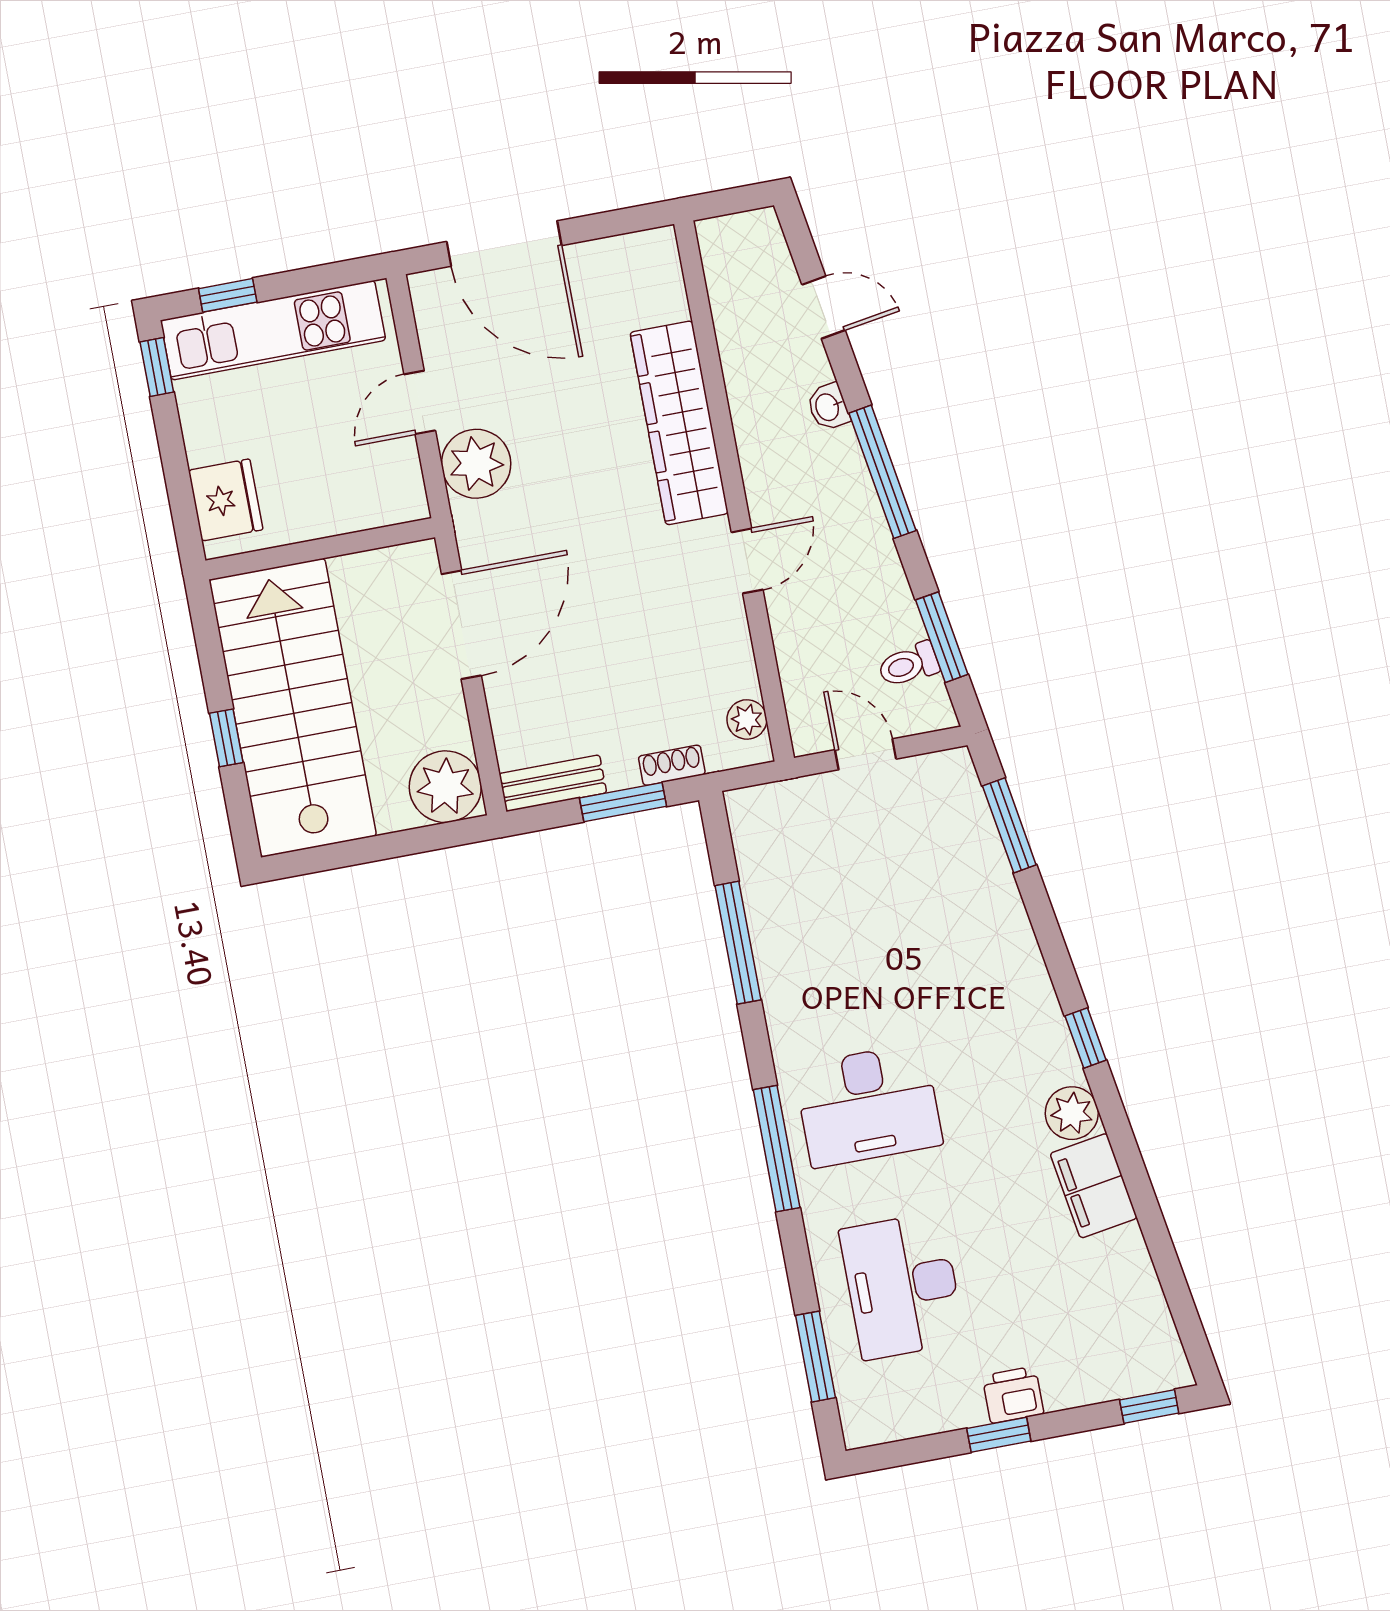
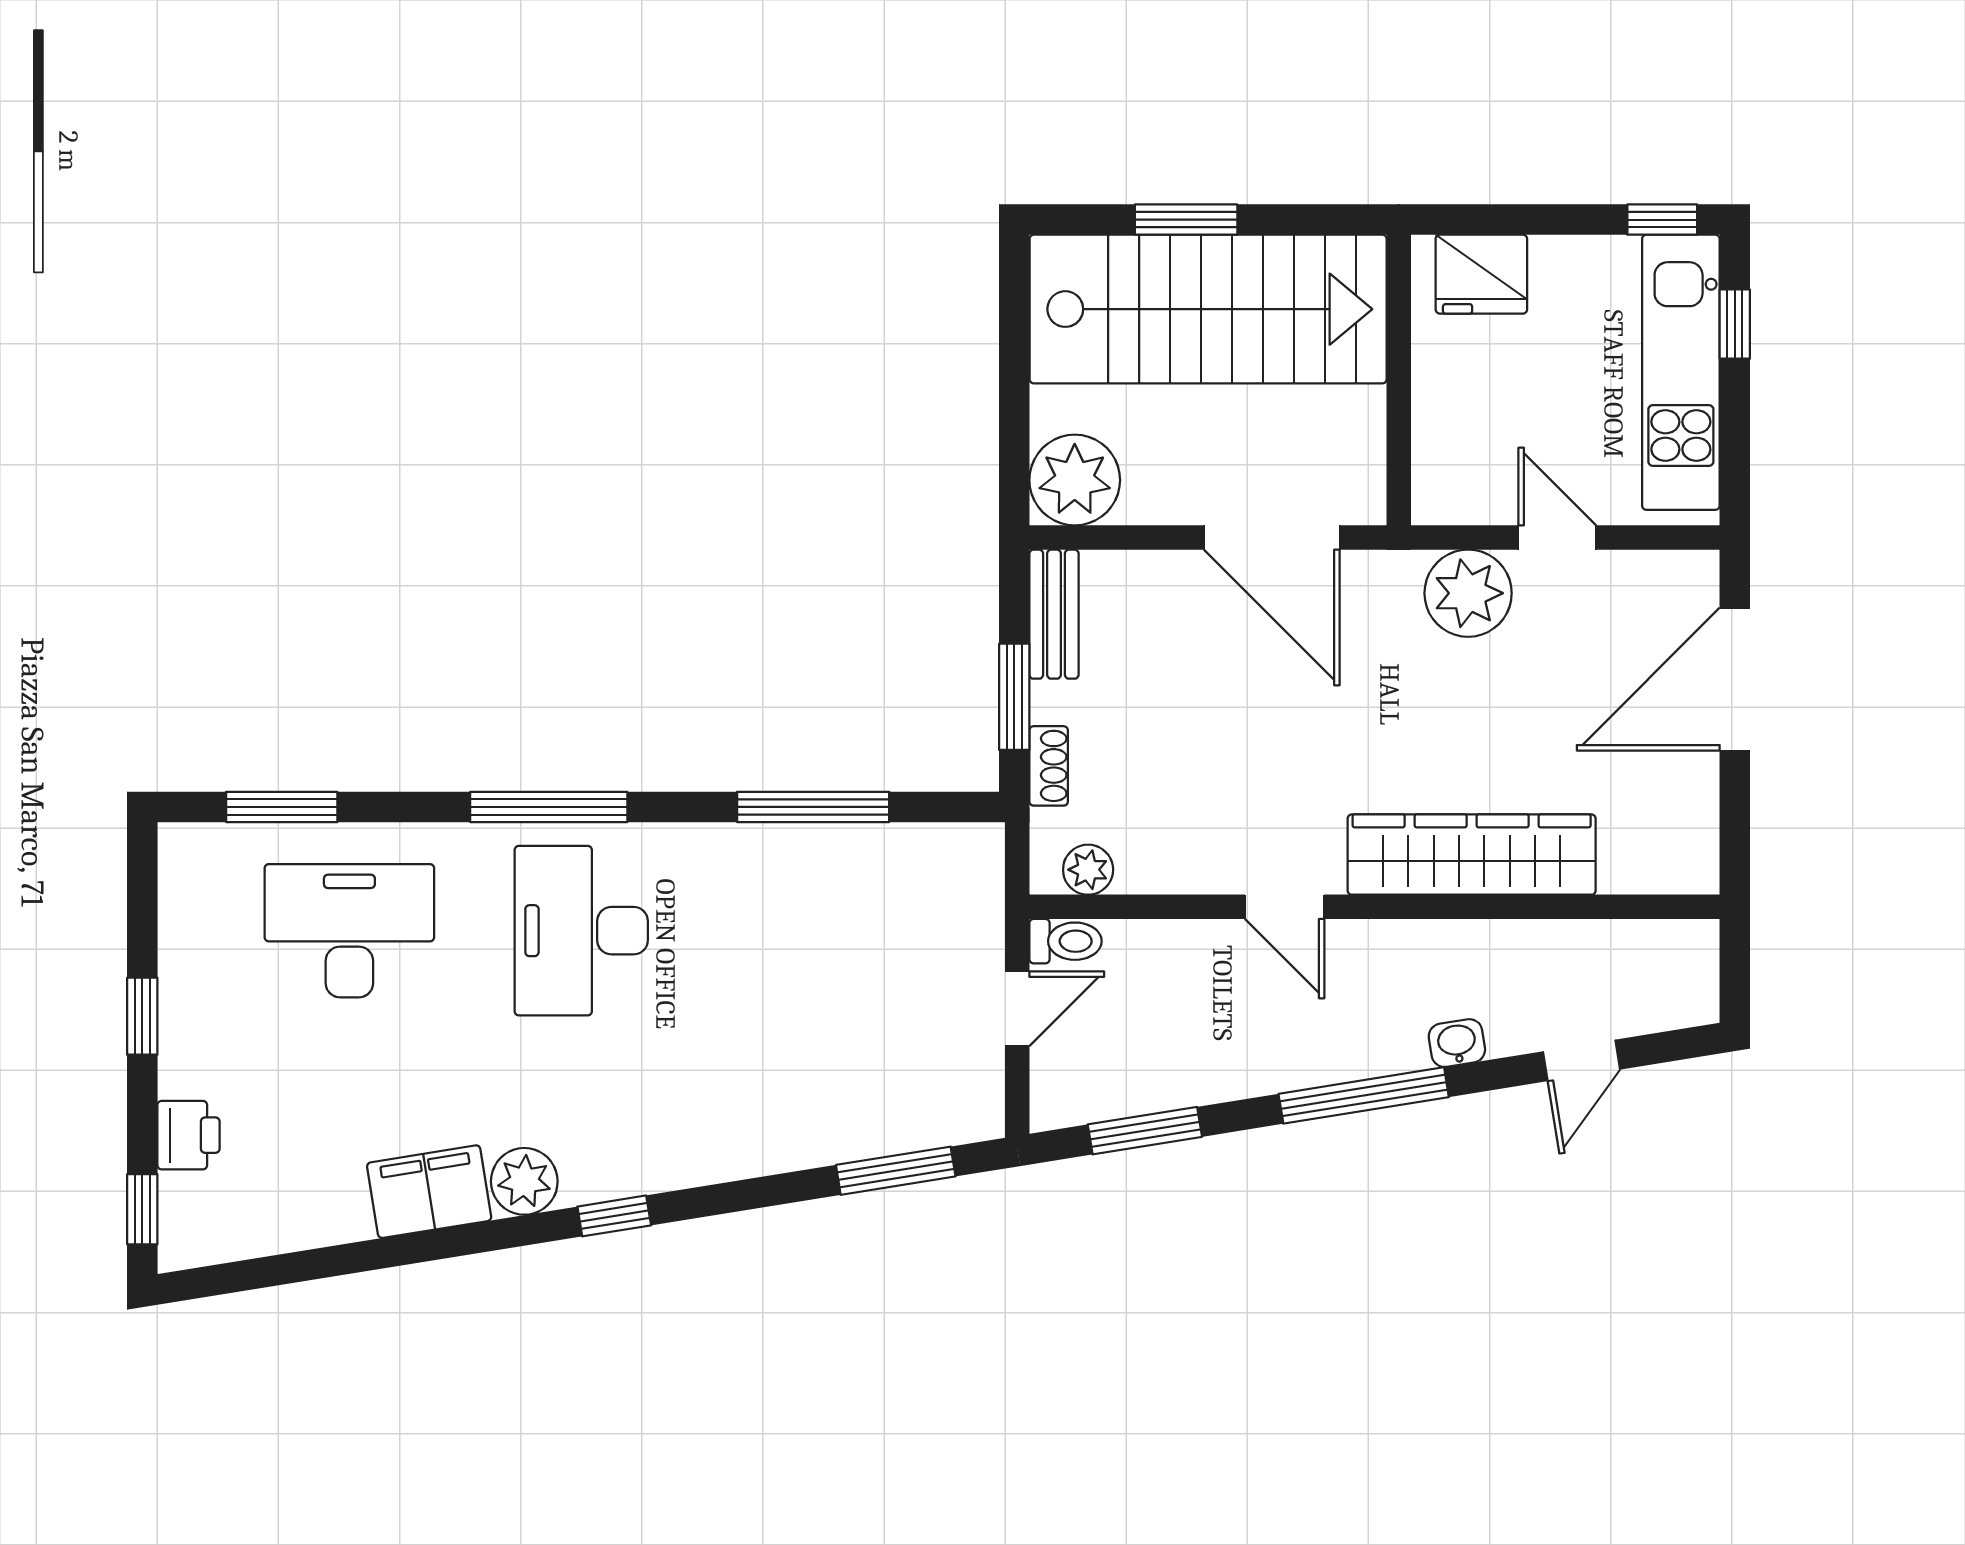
toilet: (909, 665) -> (1066, 941), moved, turned 99
window: (226, 738) -> (1186, 220), width x1.50
printer: (1013, 1395) -> (188, 1135), moved

